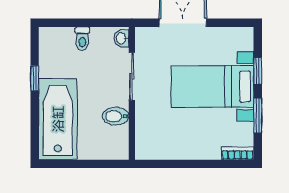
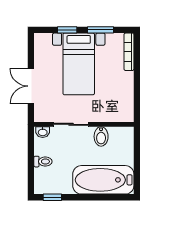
window: (35, 78) -> (52, 197), moved
bookcase: (238, 153) -> (129, 52), width x1.56

